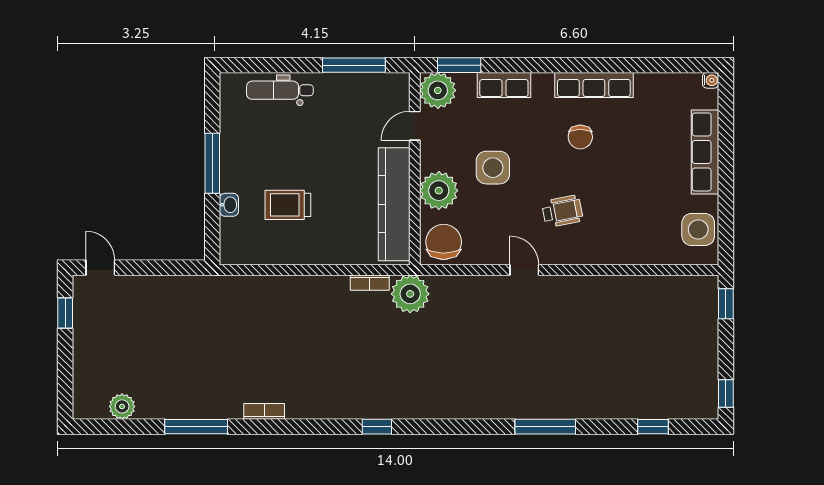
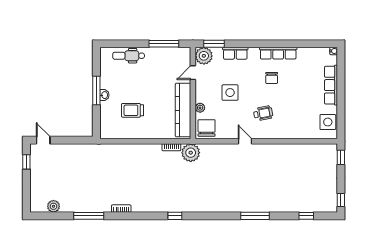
plant: (439, 191) -> (200, 108), width x0.53, depth x0.53
washbasin: (229, 205) -> (104, 95), moved

